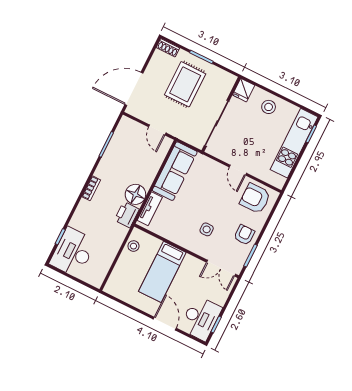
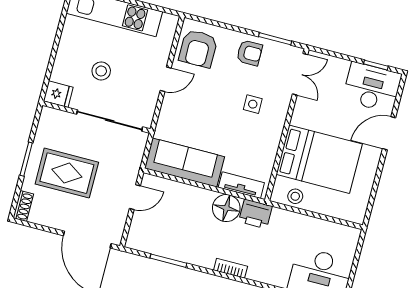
stool: (269, 107) -> (101, 71), moved
armchair: (244, 235) -> (249, 53), turned 180
bed: (162, 272) -> (319, 159), width x1.50

